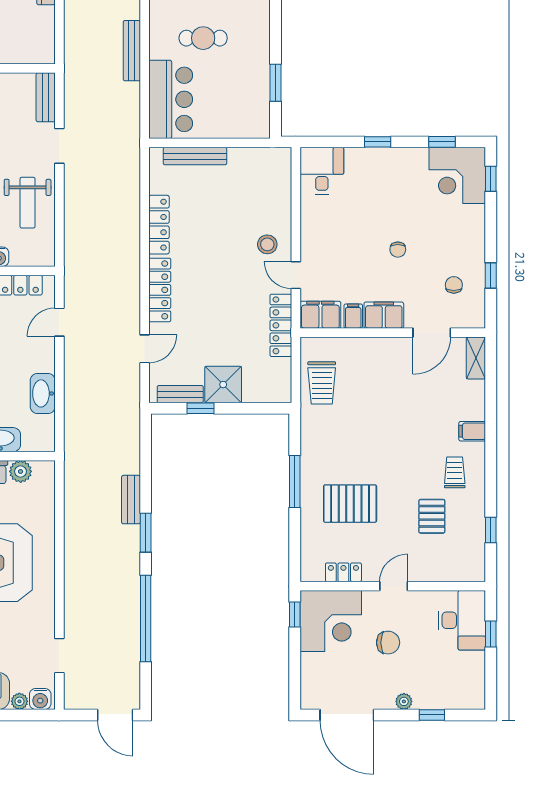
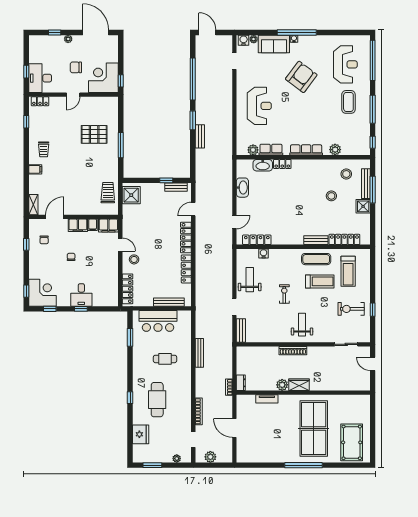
bar counter: (171, 99) -> (158, 321), moved, turned -90
desk: (322, 171) -> (81, 295), moved
locker: (281, 325) -> (127, 289), moved
shower: (223, 385) -> (131, 195), moved
pallet: (432, 516) -> (55, 128), removed
locker: (343, 572) -> (40, 101), moved

